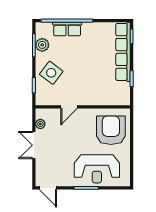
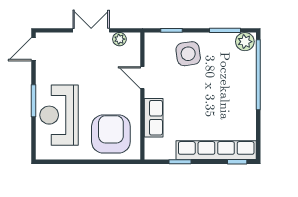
row of seats: (67, 29) -> (154, 118), moved, turned 180
plant: (42, 45) -> (245, 42), moved
side table: (51, 73) -> (188, 54), turned 45
armchair: (111, 130) -> (111, 134), turned -90

